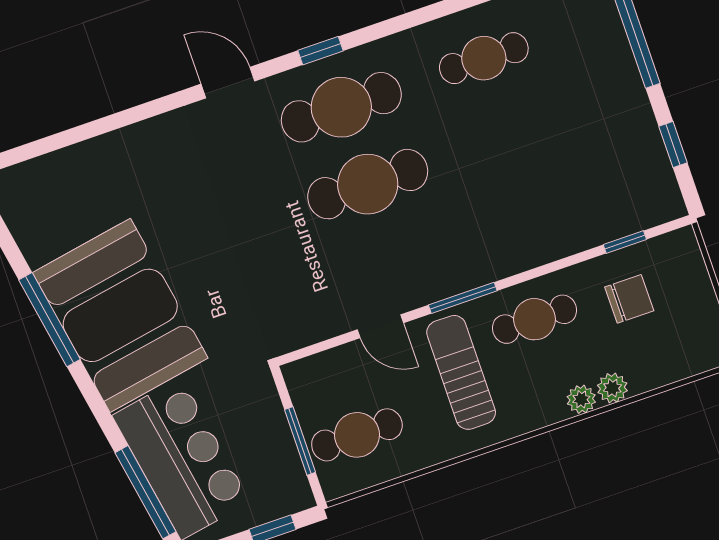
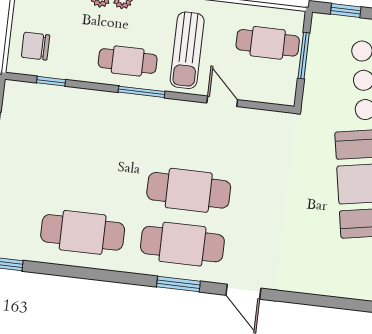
window: (321, 51) -> (178, 284), width x1.50
cafe table: (484, 58) -> (83, 232), width x1.37, depth x1.35
window: (463, 298) -> (142, 92), moved
chair: (629, 299) -> (36, 46), moved

